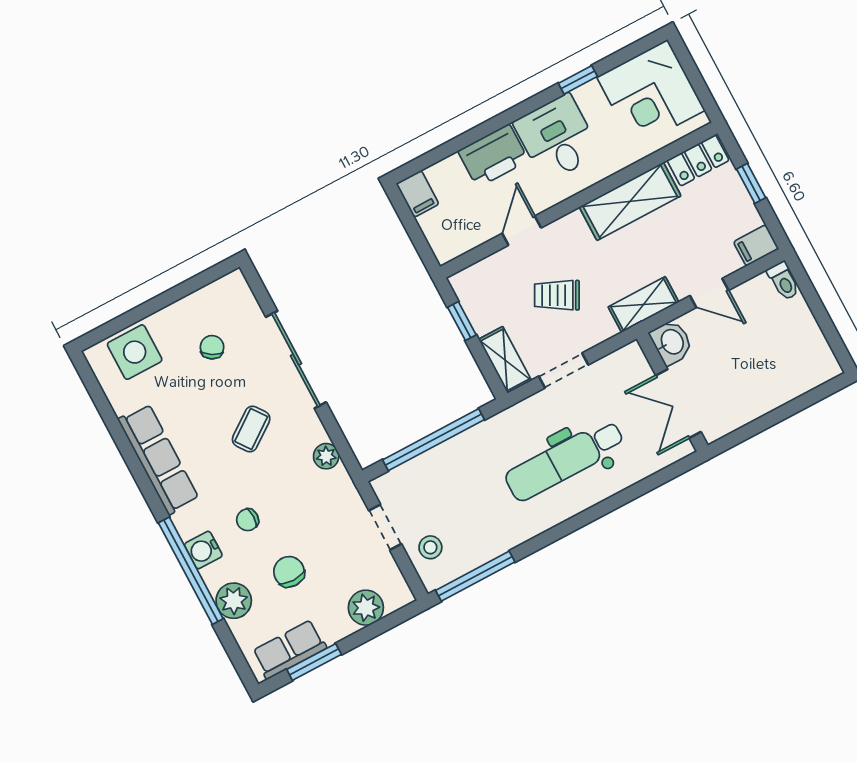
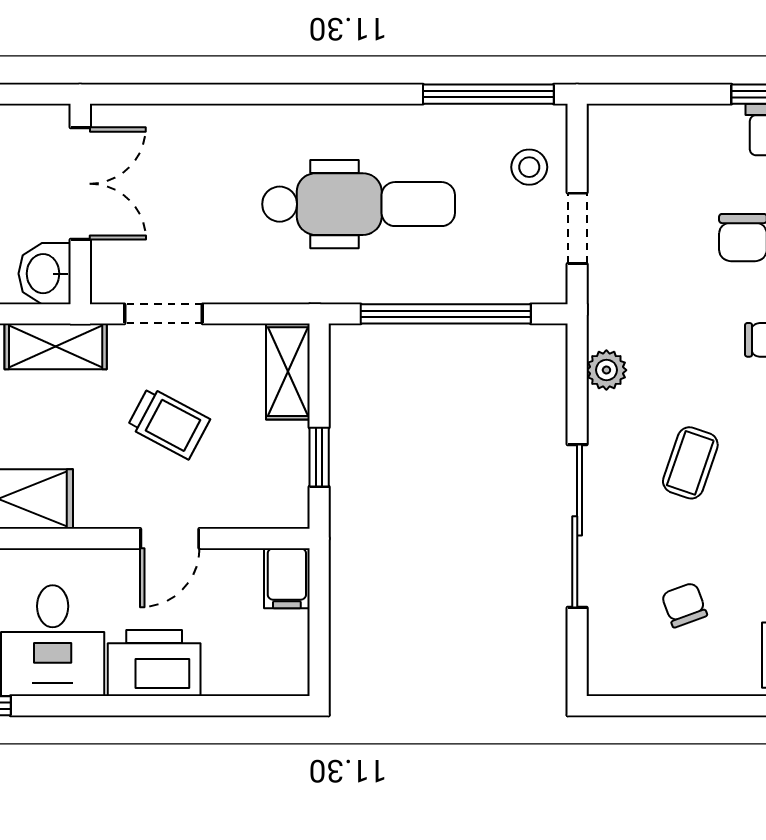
filing cabinet: (418, 194) -> (287, 578), moved, turned 180
chair: (212, 347) -> (684, 605), turned 129
doorway: (564, 370) -> (163, 314), moved
coffee table: (251, 429) -> (690, 463), turned -35
dental chair: (565, 460) -> (359, 204), moved
plant: (366, 608) -> (663, 131), removed

